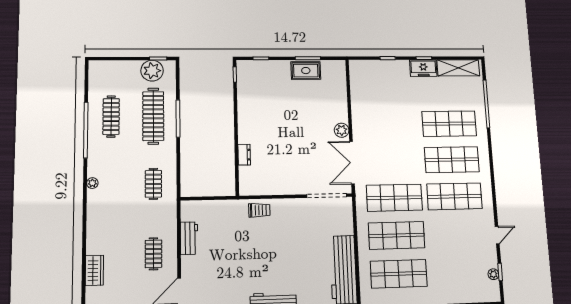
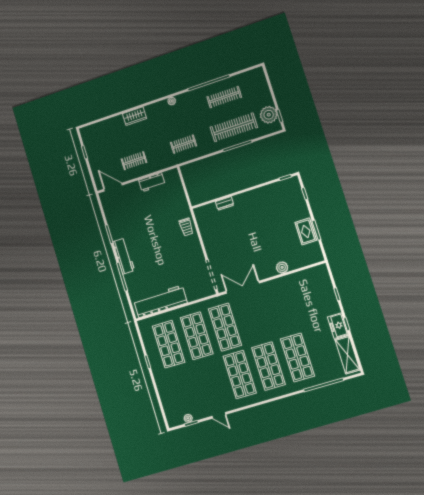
plant: (342, 130) -> (282, 267), moved
wardrobe: (94, 270) -> (135, 116), moved

